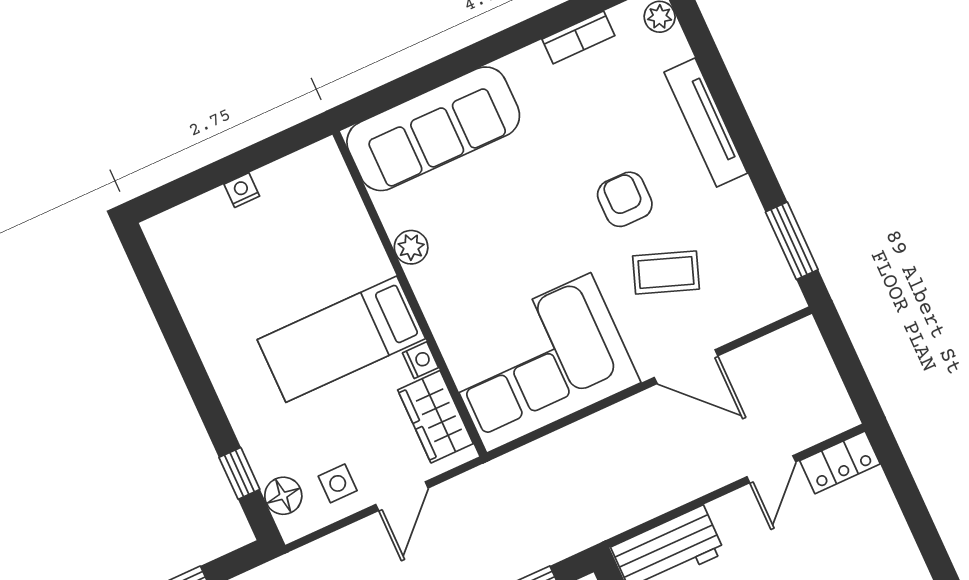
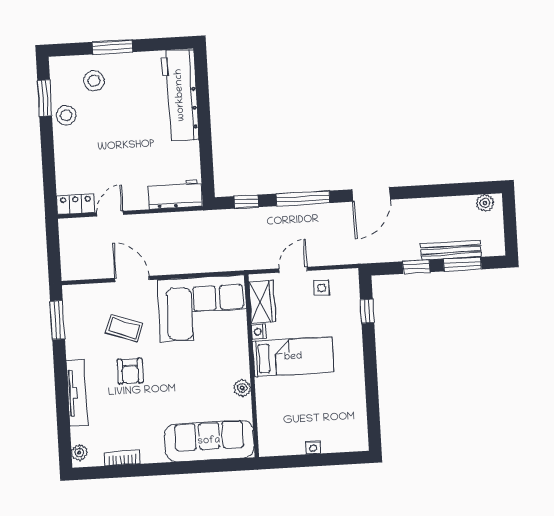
floor lamp: (283, 496) -> (350, 292), removed

